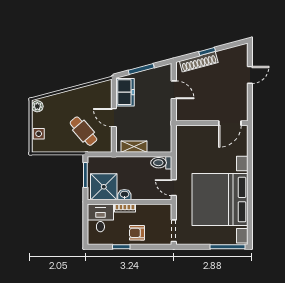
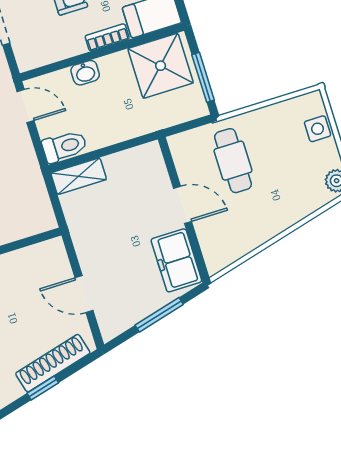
cafe table: (83, 131) -> (233, 161), turned 41
shelving: (134, 147) -> (79, 176), moved
washbasin: (124, 195) -> (85, 73), moved

